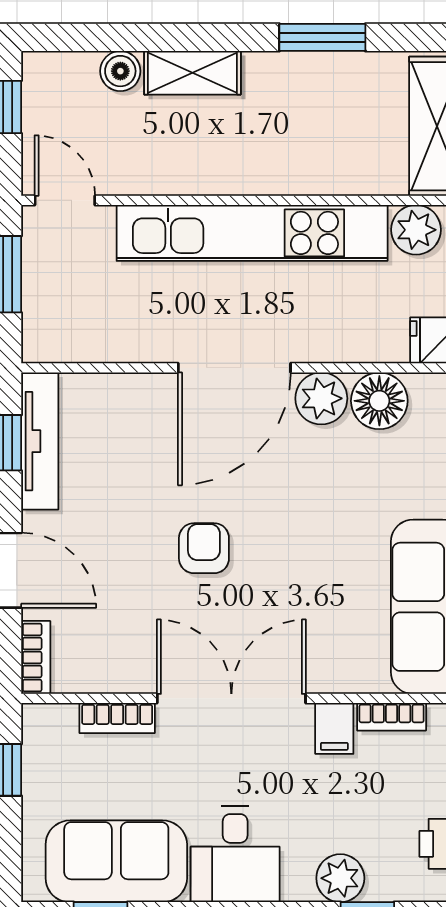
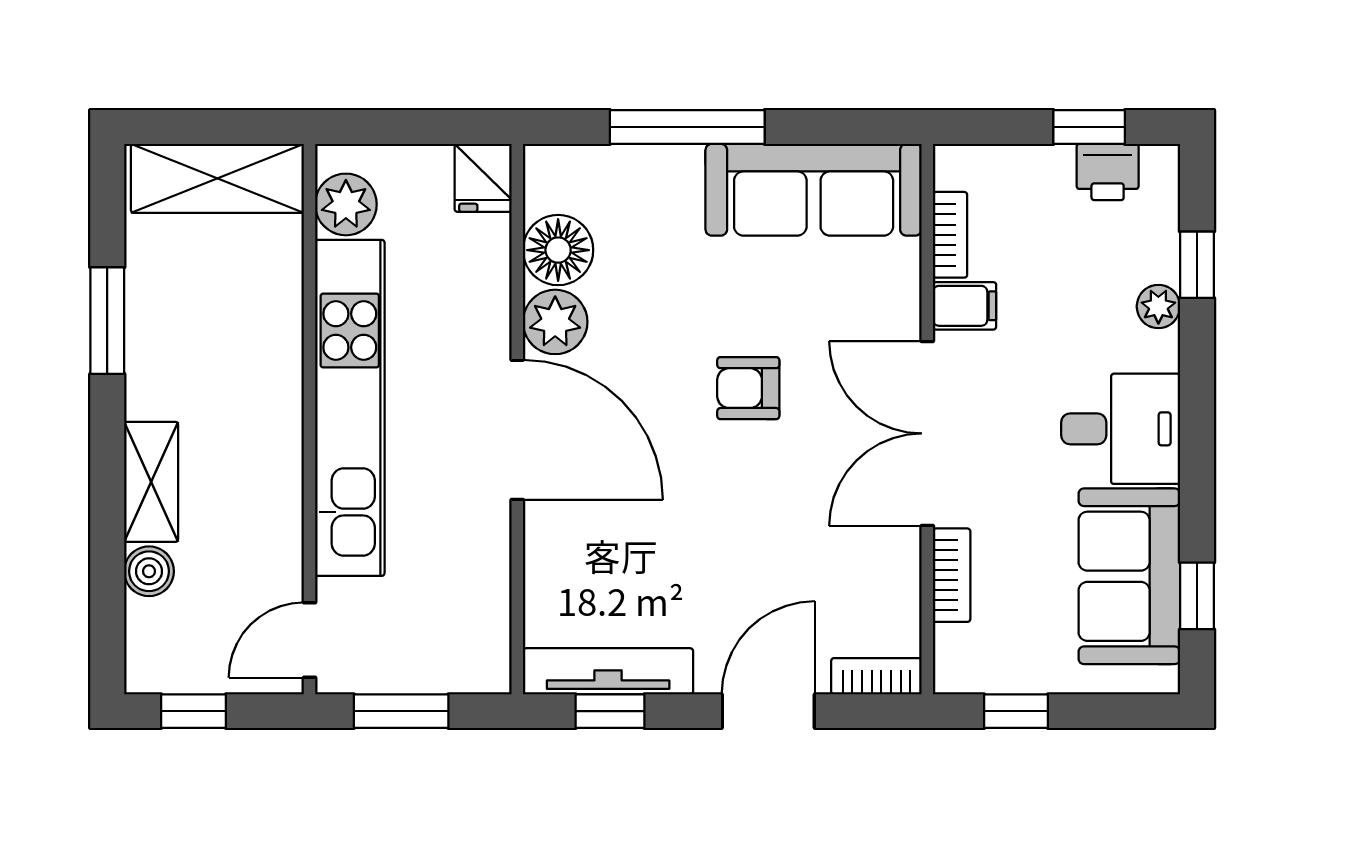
armchair: (204, 548) -> (748, 388), moved
plant: (340, 878) -> (1158, 306), width x0.73, depth x0.73

